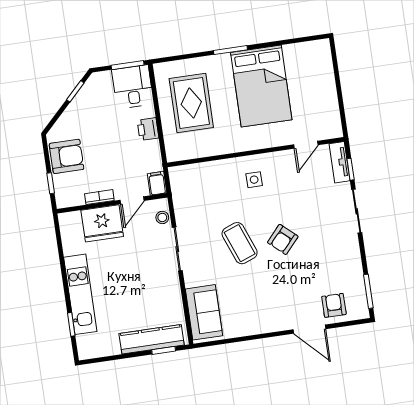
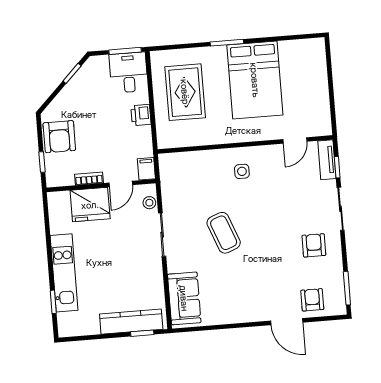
armchair: (67, 156) -> (59, 137), turned 90
armchair: (283, 239) -> (314, 245), moved, turned 138

